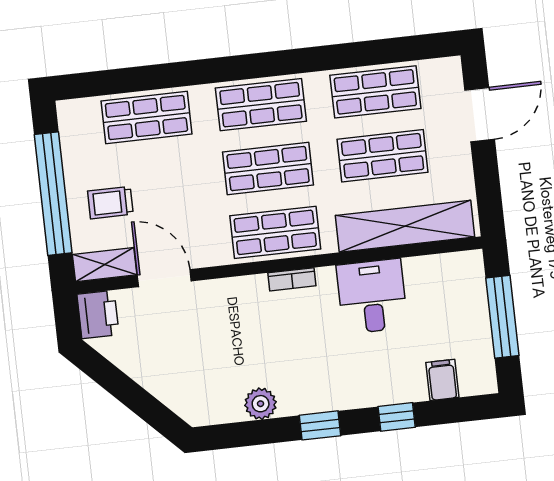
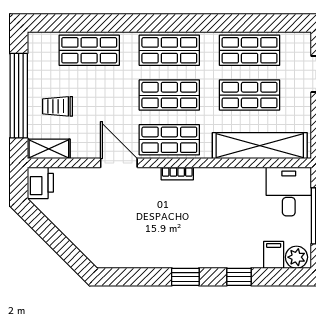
door: (164, 278) -> (119, 163), moved
desk: (372, 296) -> (289, 192), moved
plant: (261, 404) -> (296, 257), moved

